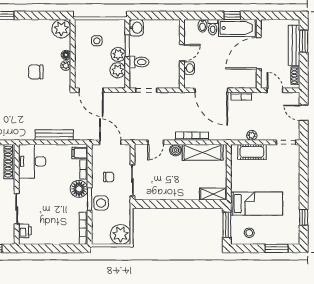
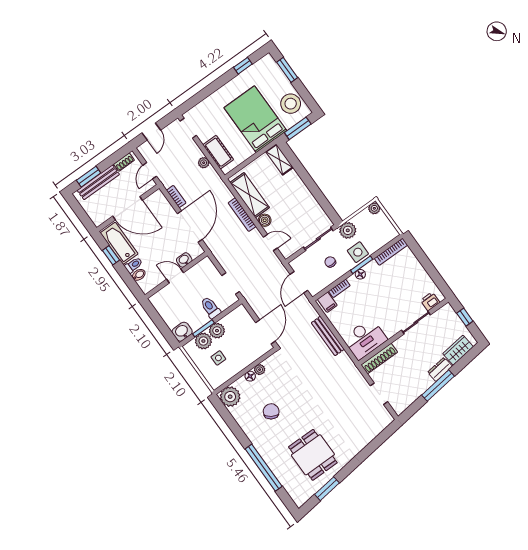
plant: (118, 70) -> (203, 341), moved
chair: (36, 72) -> (271, 411), moved, turned -146
floor lamp: (79, 189) -> (360, 274), width x0.53, depth x0.53
bed: (257, 204) -> (255, 119), width x1.50
plant: (123, 207) -> (348, 230), added
stool: (249, 233) -> (291, 104), width x1.89, depth x1.89
plant: (120, 234) -> (374, 208), width x0.53, depth x0.53

